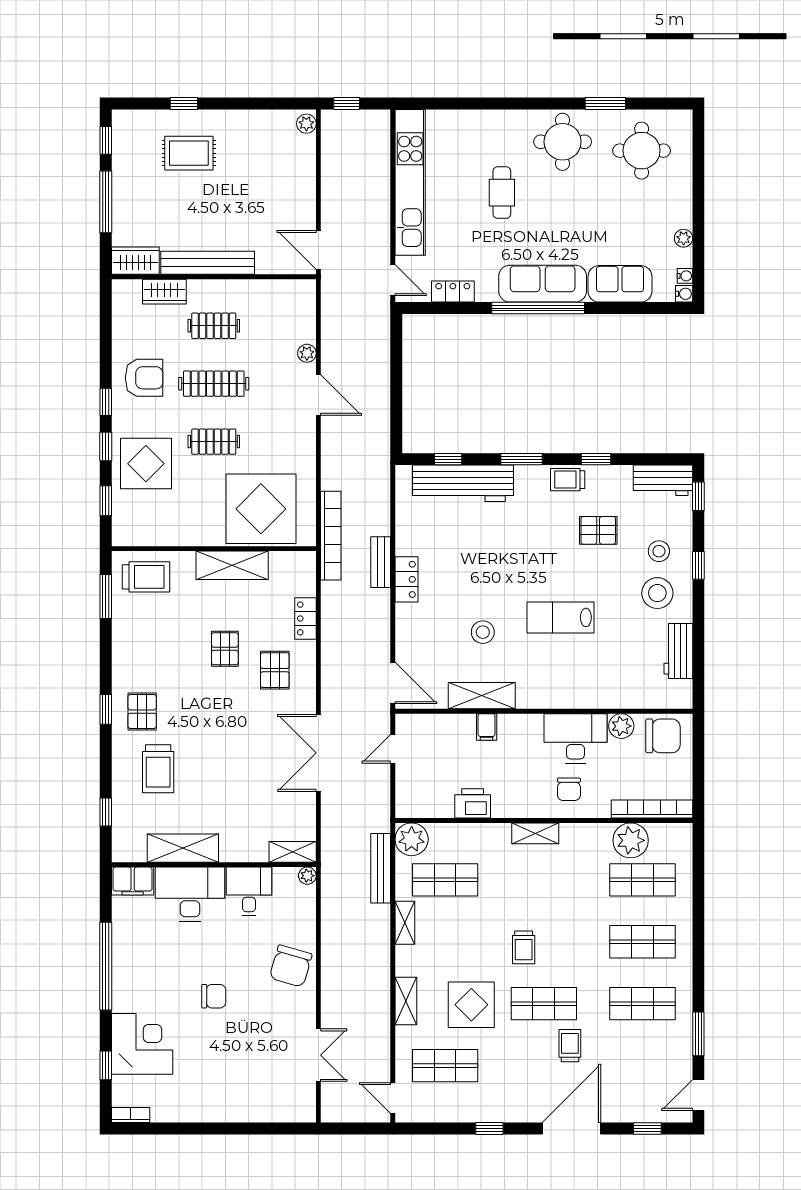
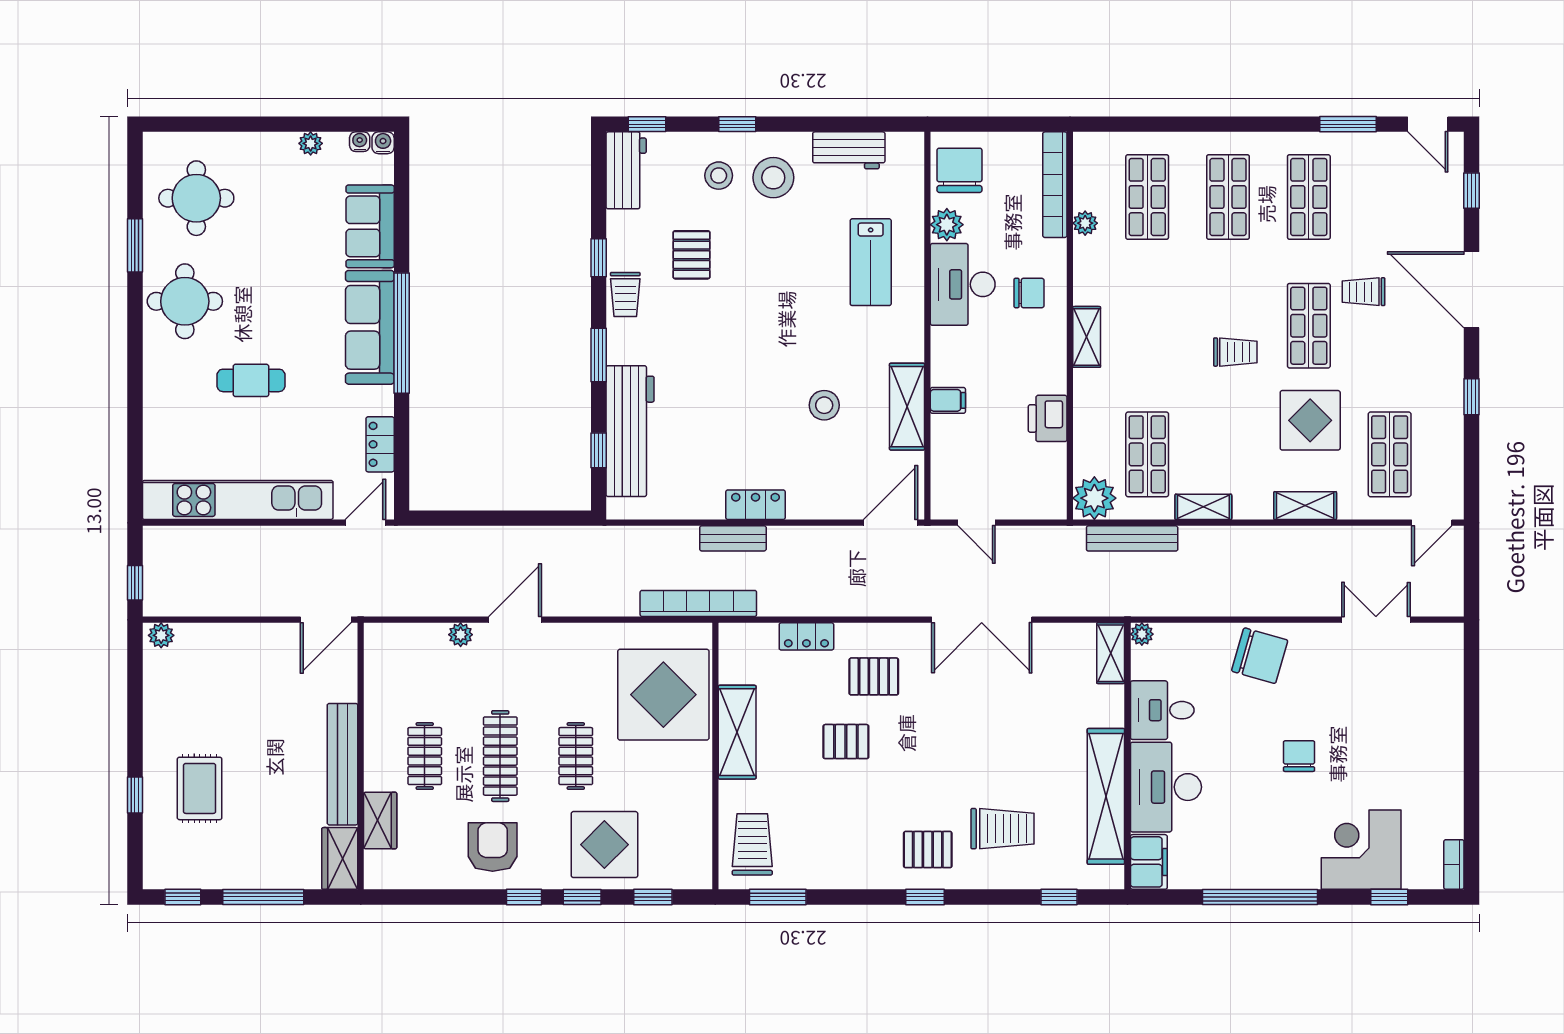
lab bench: (560, 617) -> (871, 262), moved
plant: (631, 840) -> (1085, 223), width x0.53, depth x0.53
shelving: (183, 848) -> (1106, 796), width x1.47

